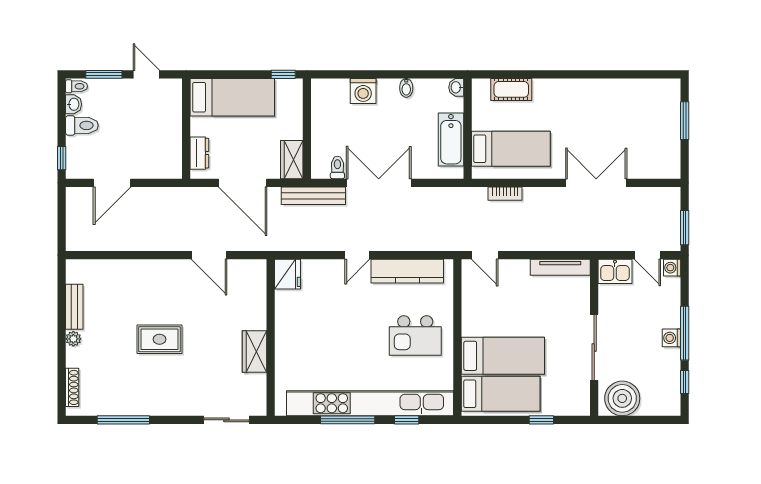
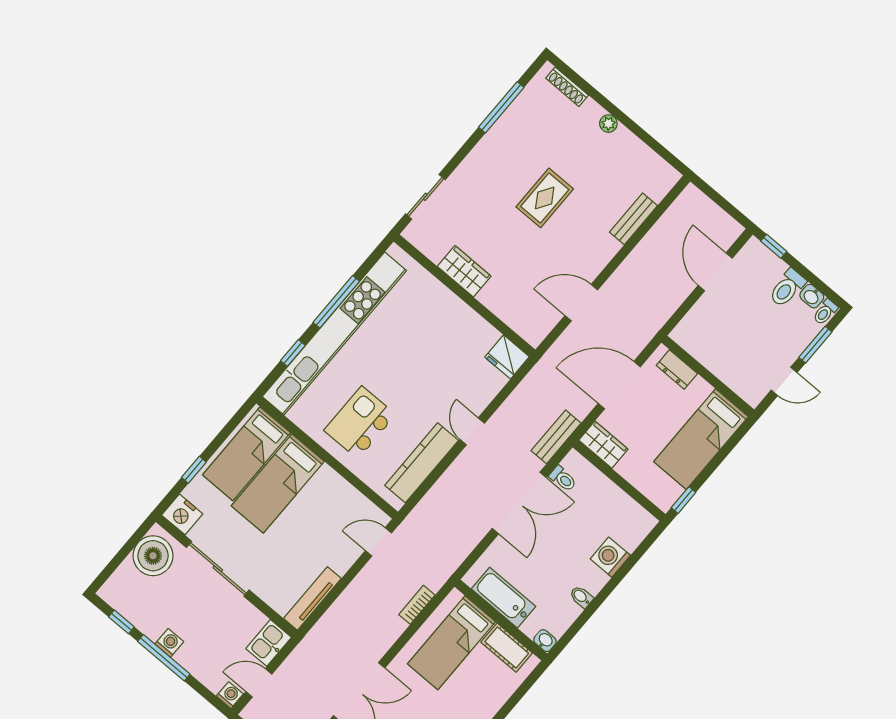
cot: (511, 89) -> (507, 648), moved, turned 90
bench: (313, 196) -> (556, 437), width x0.73
bench: (74, 307) -> (633, 219), moved, turned 90
nightstand: (578, 402) -> (182, 514), added

